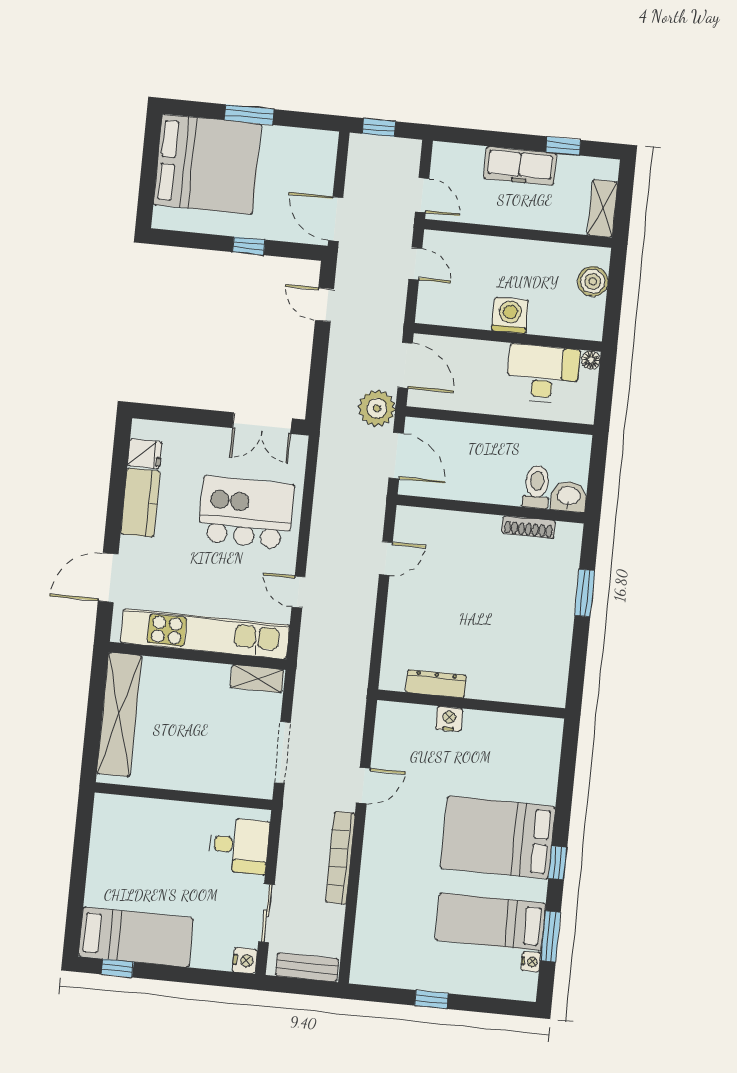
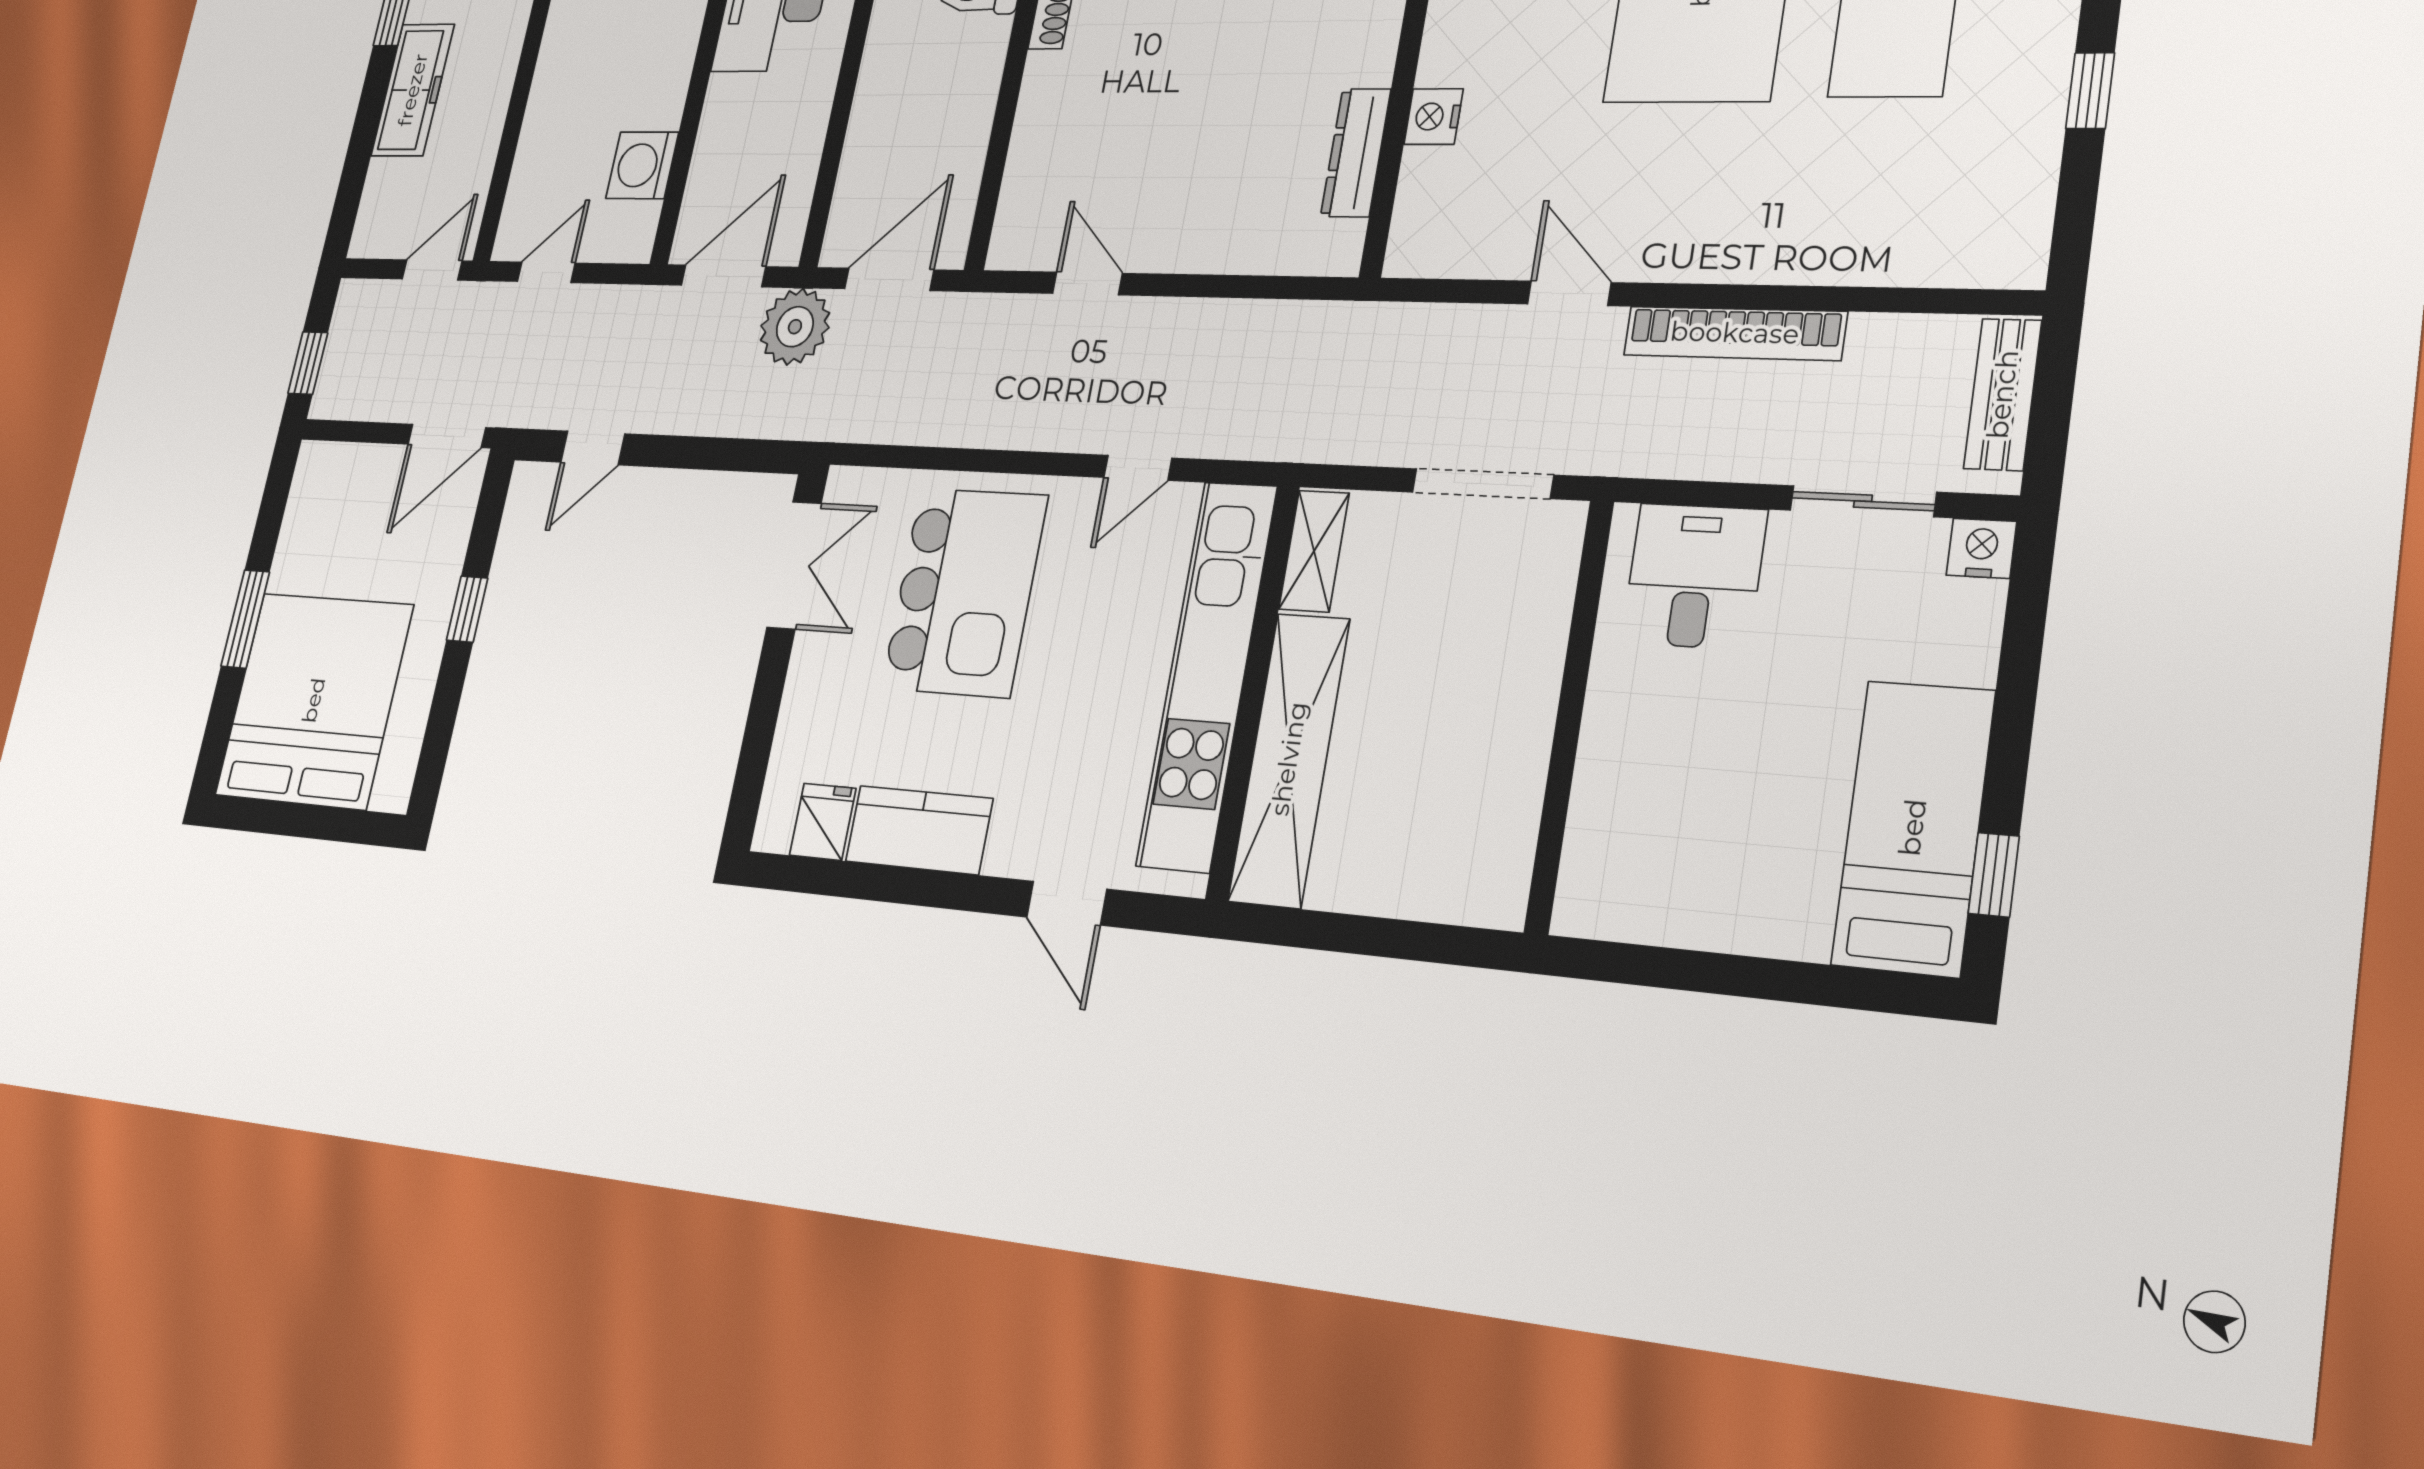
washing machine: (510, 315) -> (642, 165), moved
kitchen island: (246, 513) -> (965, 592), turned 180
door: (108, 578) -> (1067, 903), width x0.73
shelving: (119, 715) -> (1289, 759), moved, turned 90

